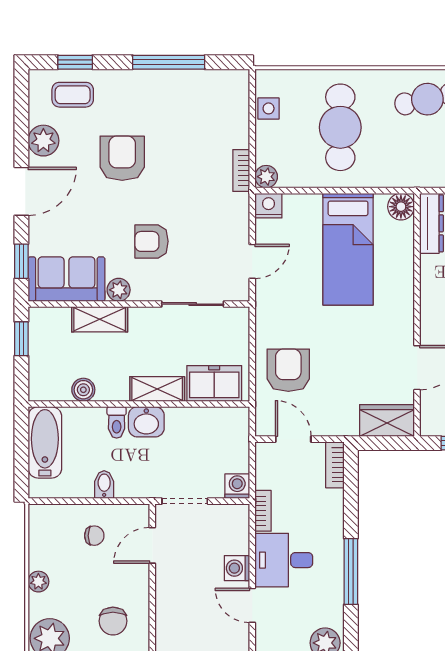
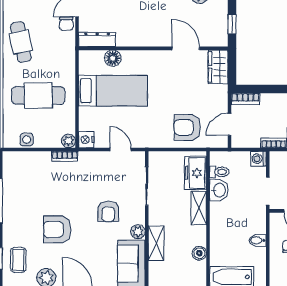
floor lamp: (401, 207) -> (113, 58), moved
toilet: (117, 422) -> (219, 172), moved
washbasin: (146, 422) -> (219, 190), moved

